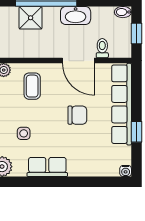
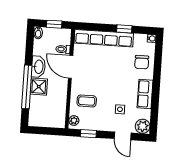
shower: (31, 18) -> (39, 87), moved
door: (78, 61) -> (71, 67), swing flipped
chair: (77, 115) -> (142, 62), moved, turned 180

